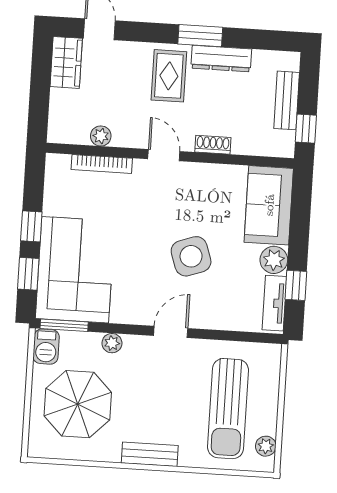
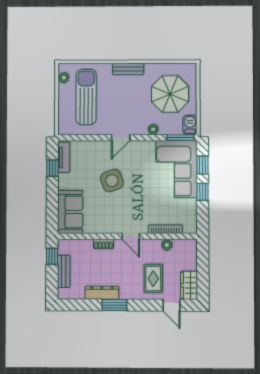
rug: (169, 76) -> (153, 279), moved
plant: (274, 260) -> (65, 182), removed

